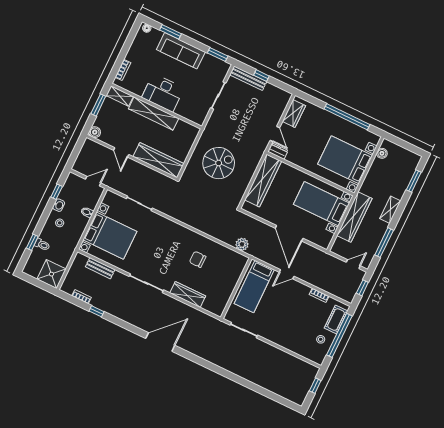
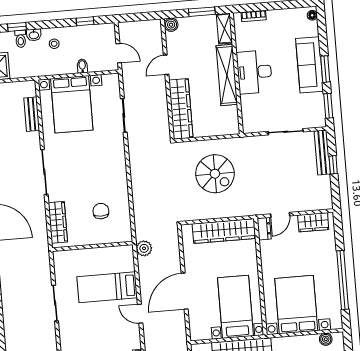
window: (170, 32) -> (325, 69), moved
washbasin: (59, 205) -> (34, 35), moved
wall: (236, 288) -> (92, 246), moved

